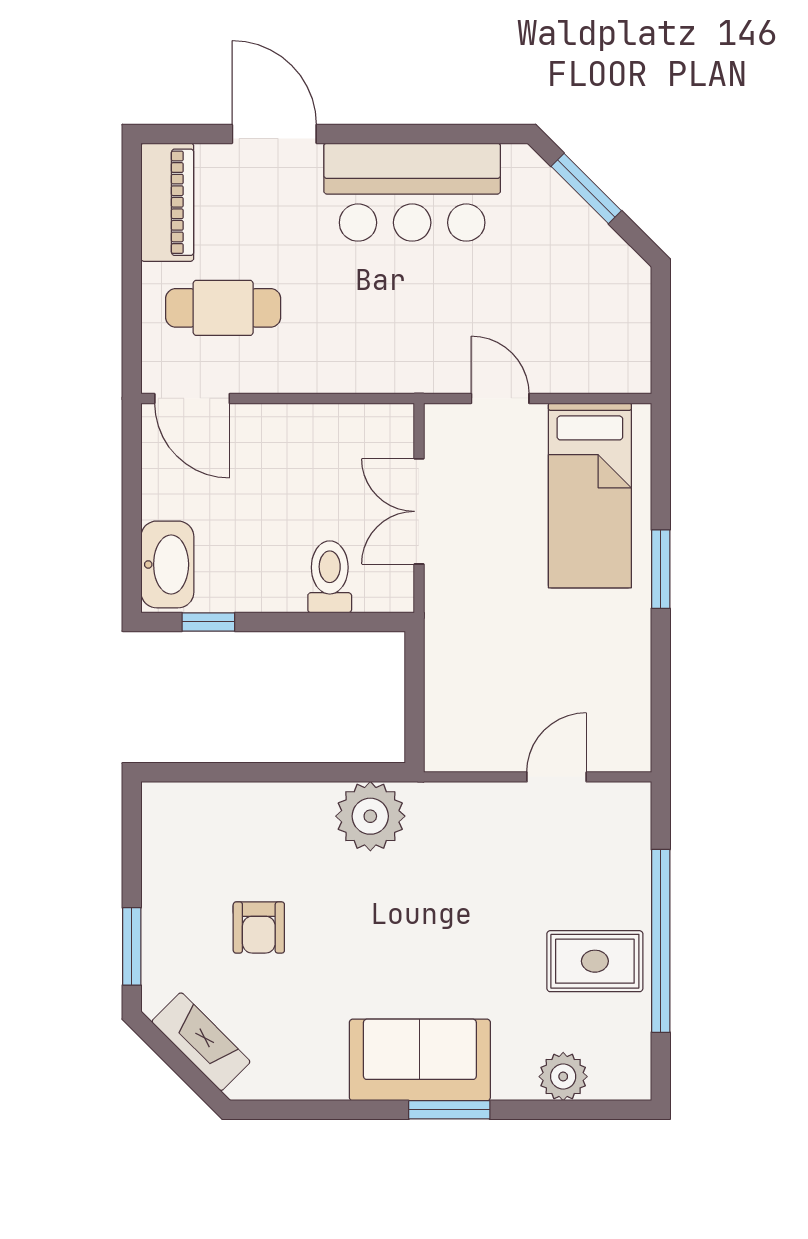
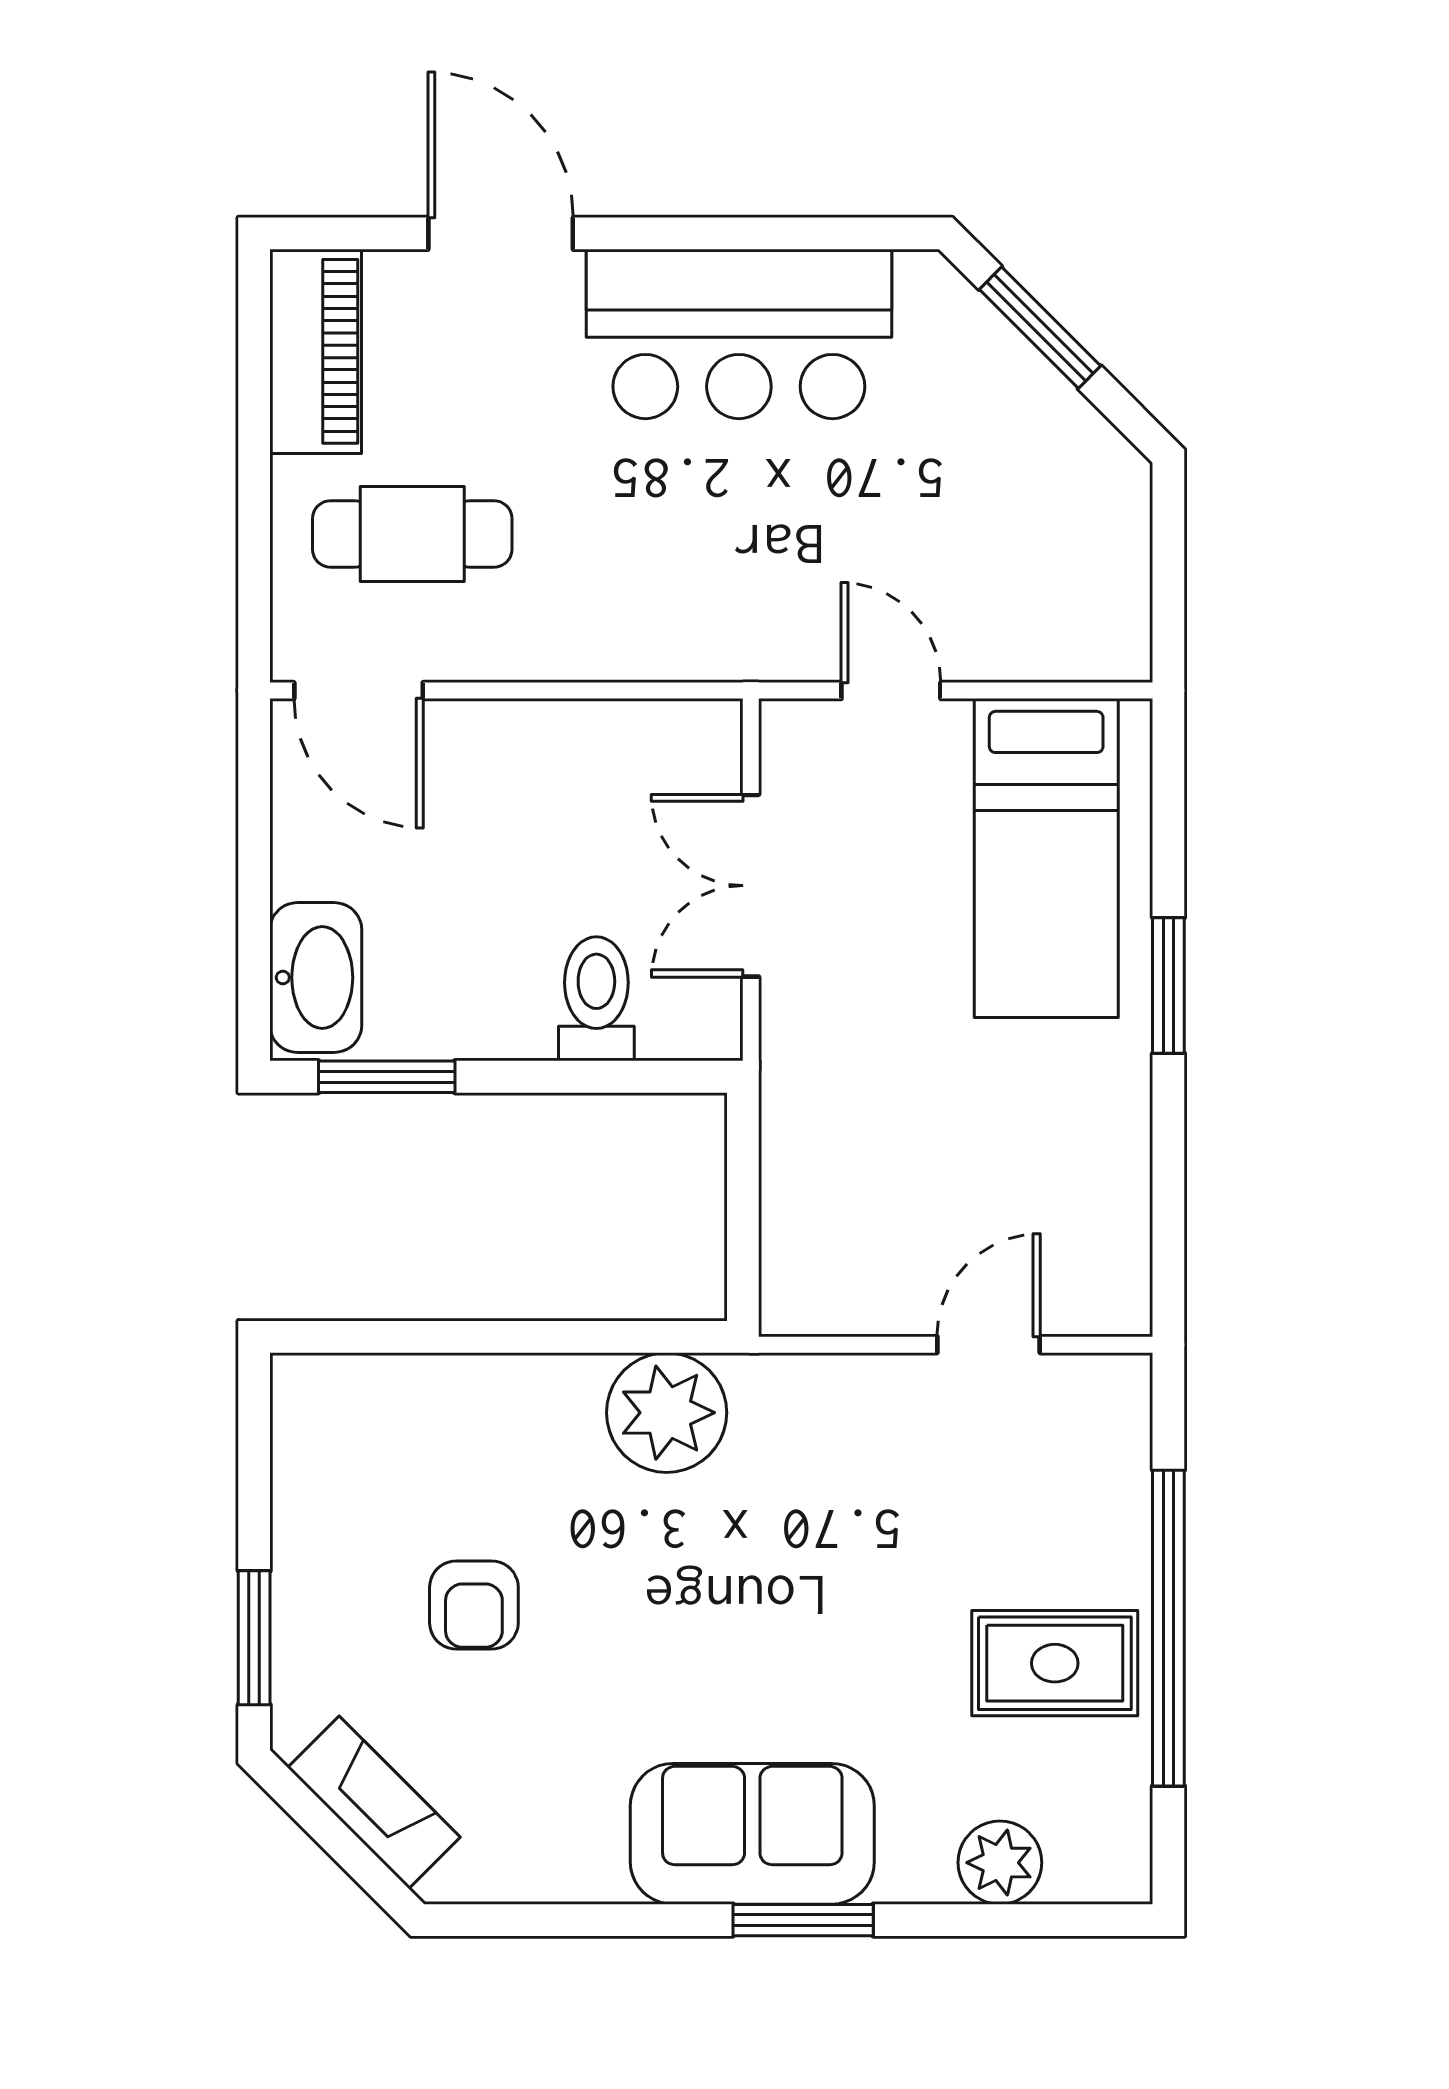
window: (208, 622) -> (387, 1077), width x1.50

